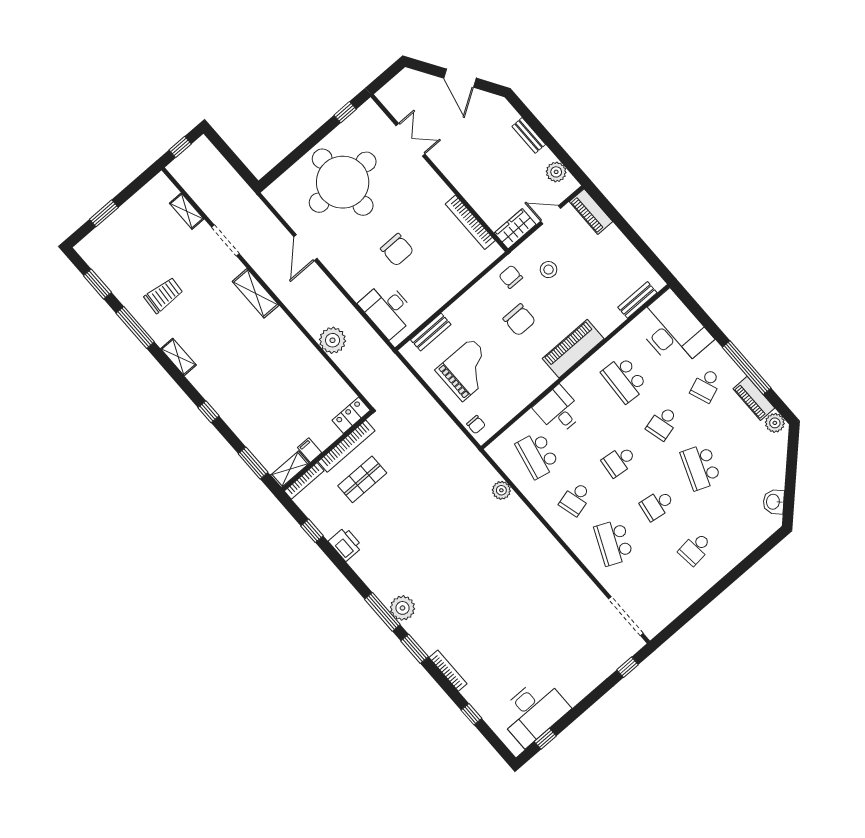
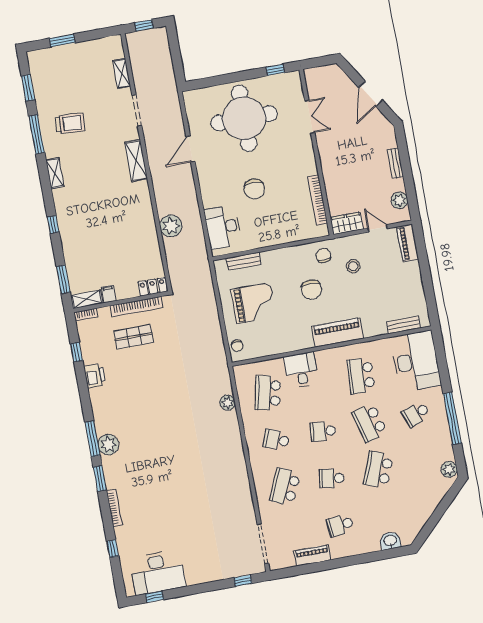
piano: (754, 398) -> (312, 556), moved, turned 90
school desk: (663, 423) -> (370, 423), width x1.85
bookcase: (304, 481) -> (86, 315), width x0.64
school desk: (576, 499) -> (276, 440), turned 36
washbasin: (774, 502) -> (390, 541), moved, turned 45

